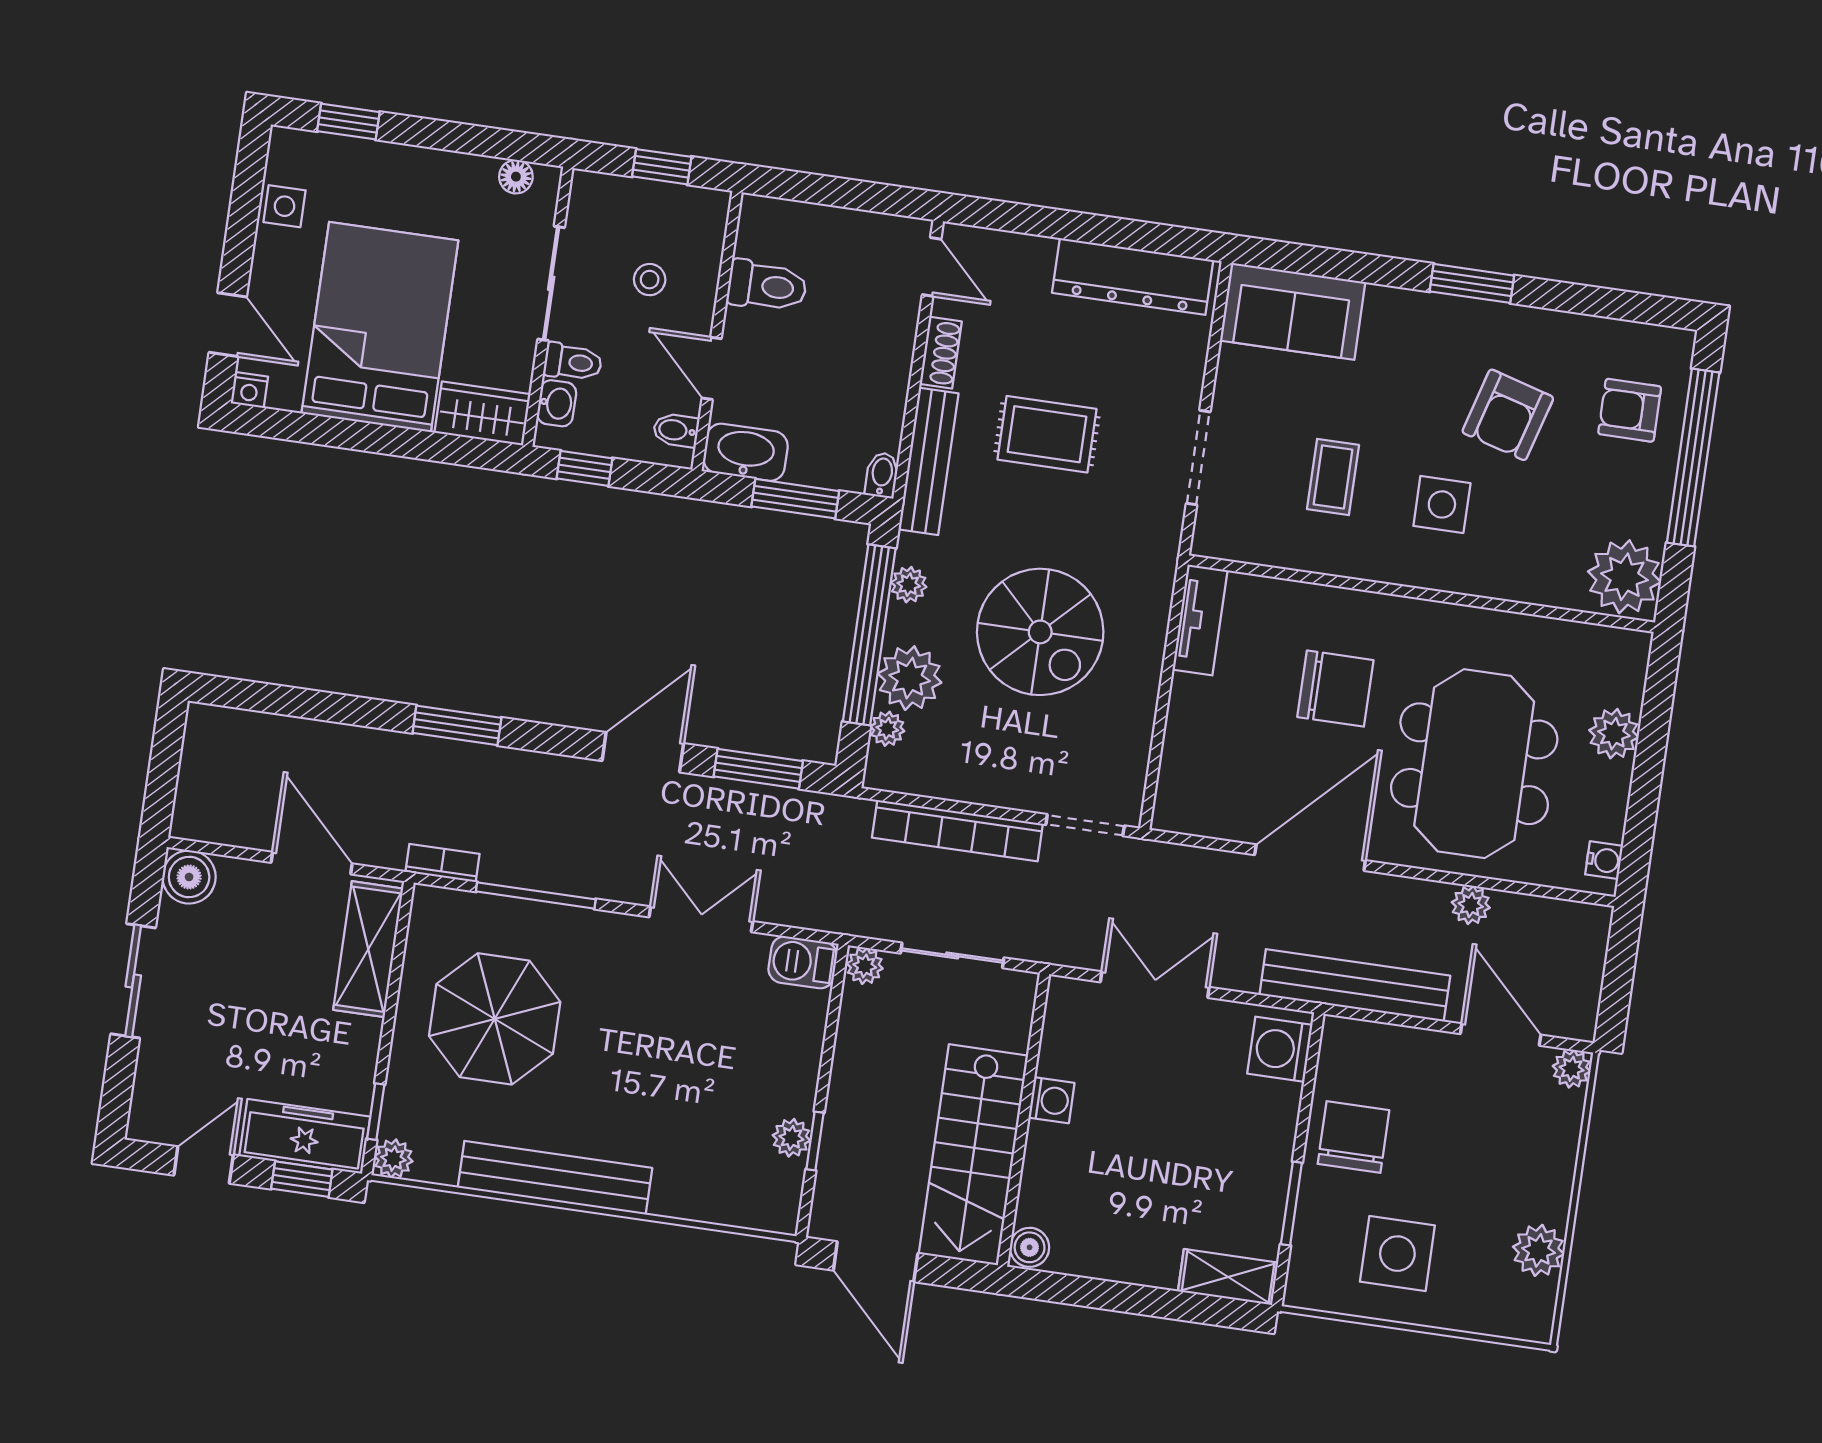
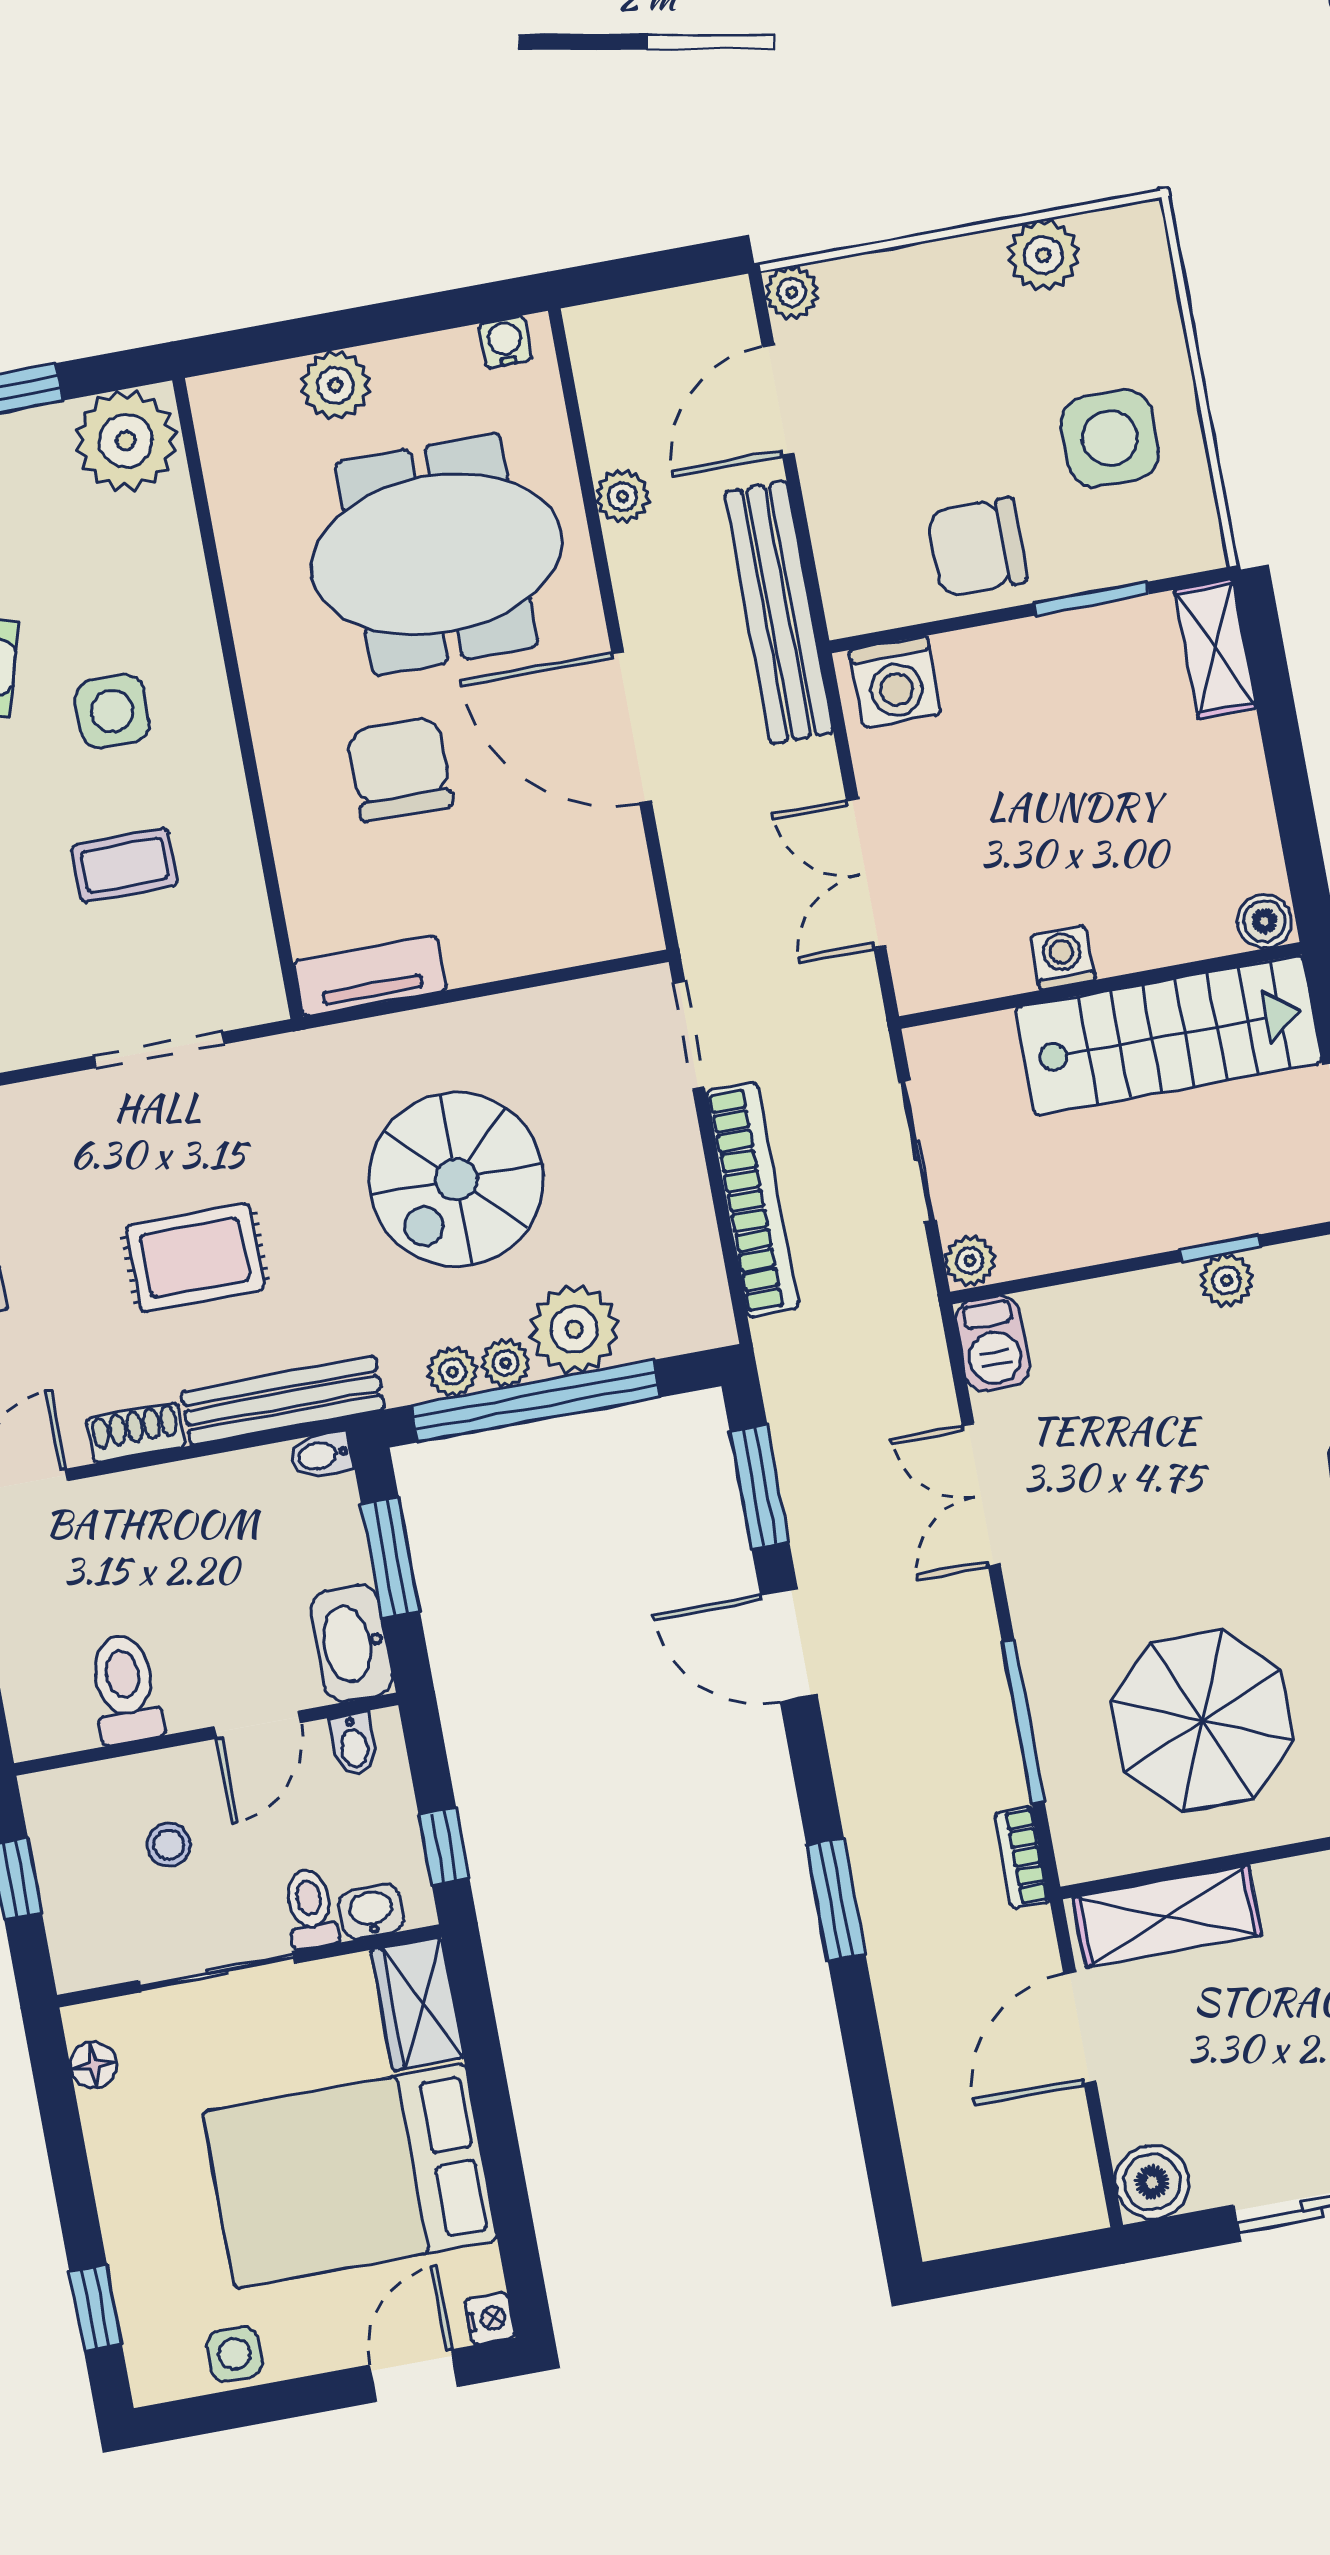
rug: (1047, 434) -> (195, 1258), turned 90
spiral stairs: (1040, 632) -> (456, 1179), turned 180
plant: (887, 729) -> (506, 1363), moved

